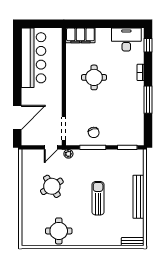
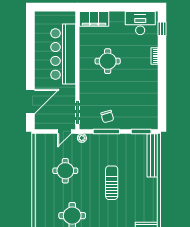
bar counter: (33, 58) -> (63, 54), moved, turned 180
window: (148, 100) -> (162, 84), removed
round table: (52, 186) -> (65, 171), turned 32
bench: (138, 197) -> (152, 155), moved

